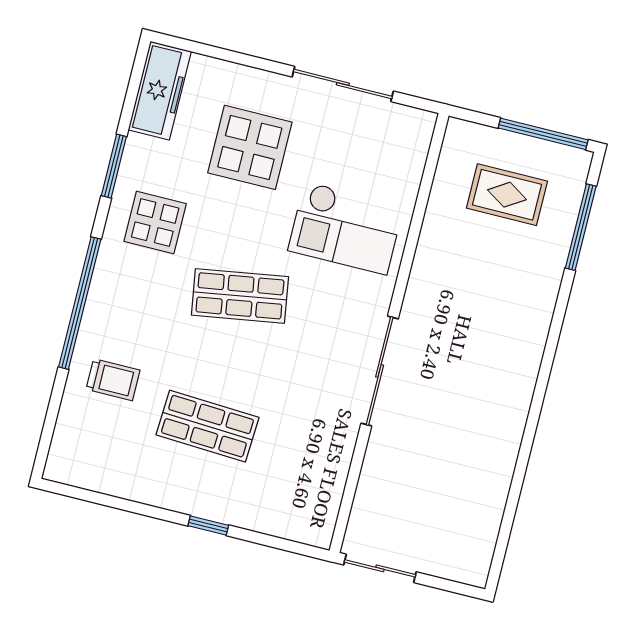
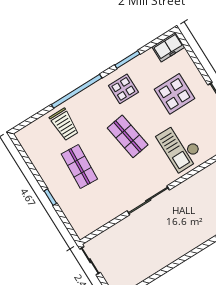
freezer: (160, 91) -> (168, 47), width x0.71
trolley: (113, 380) -> (64, 124), width x1.36, depth x1.39

